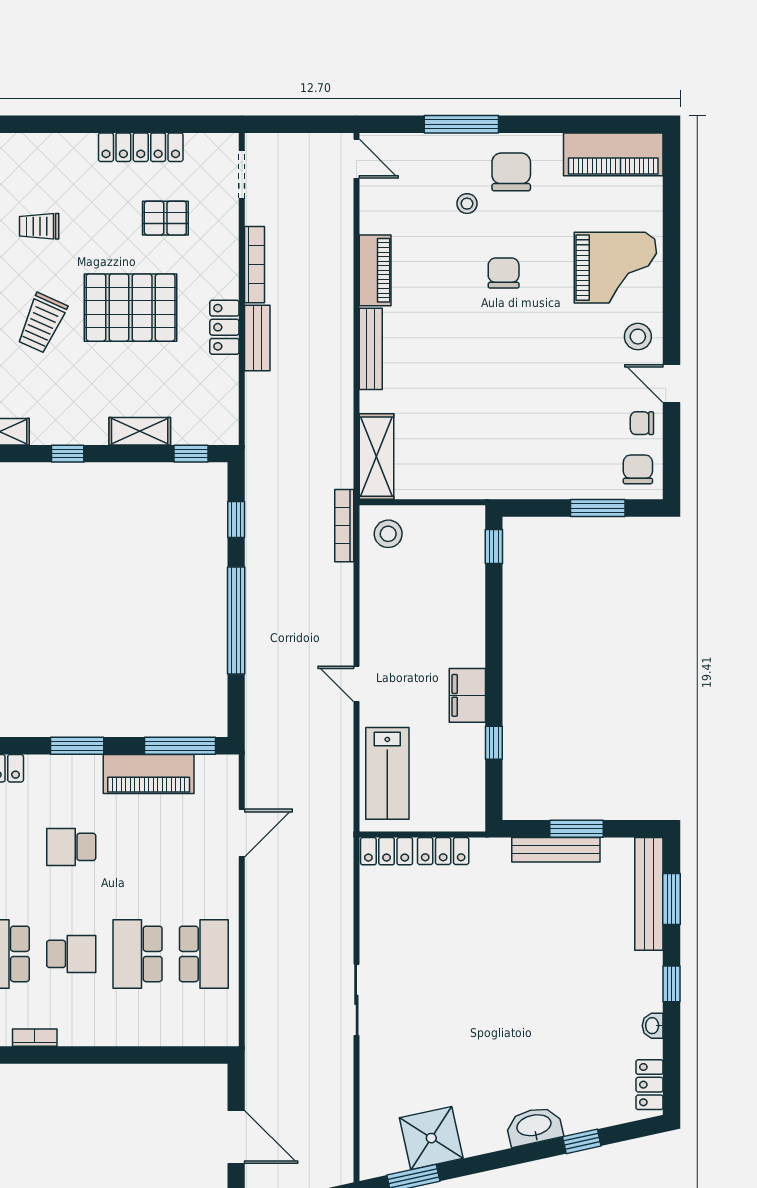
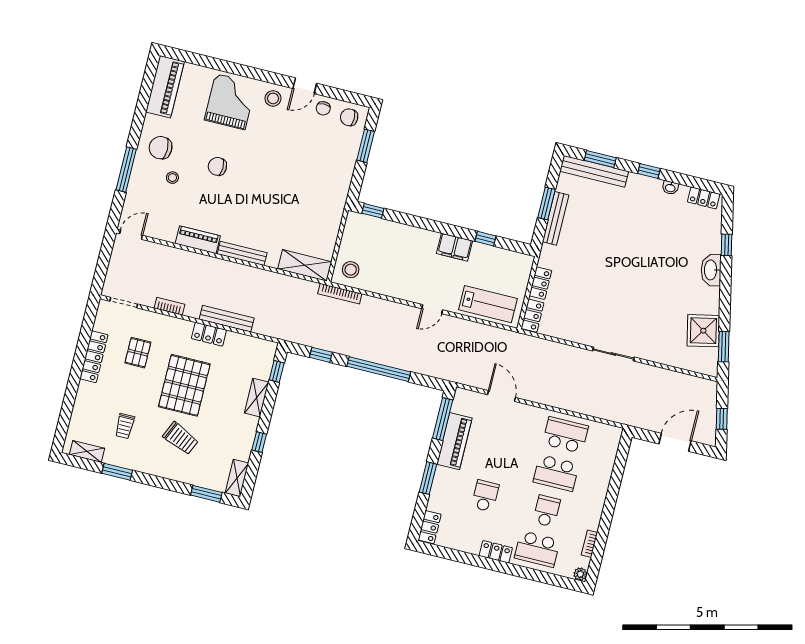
bookcase: (254, 265) -> (169, 306), width x0.64
bench: (257, 338) -> (227, 319), width x1.36
school desk: (71, 847) -> (485, 496), turned 180

